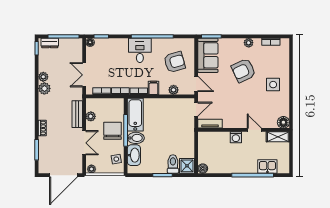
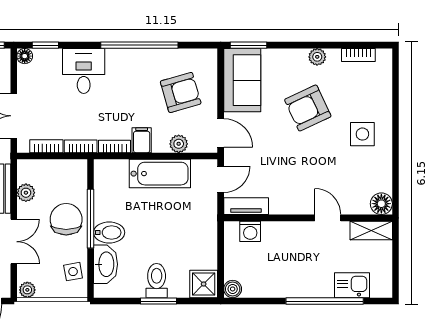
desk: (140, 50) -> (84, 71), moved
bathtub: (135, 115) -> (160, 174), moved, turned 90
washing machine: (236, 137) -> (250, 231), moved
toilet: (173, 164) -> (157, 281), moved

